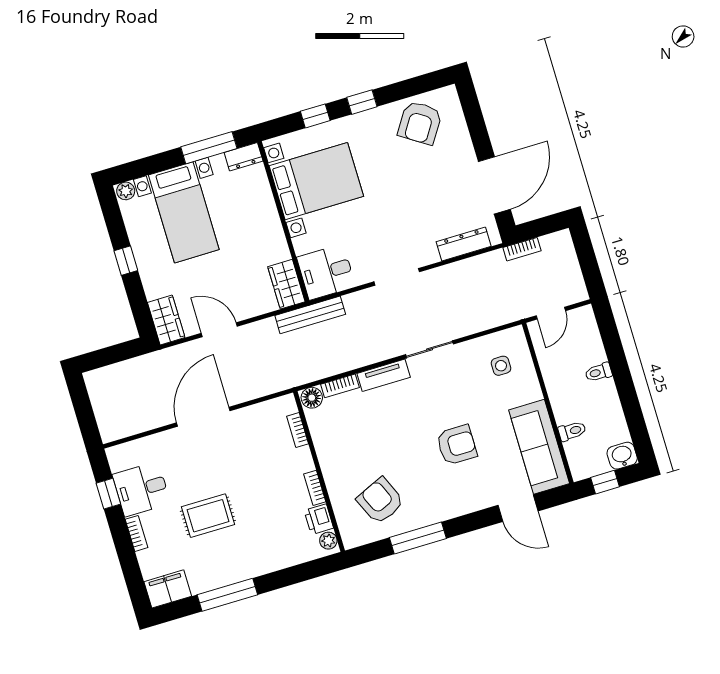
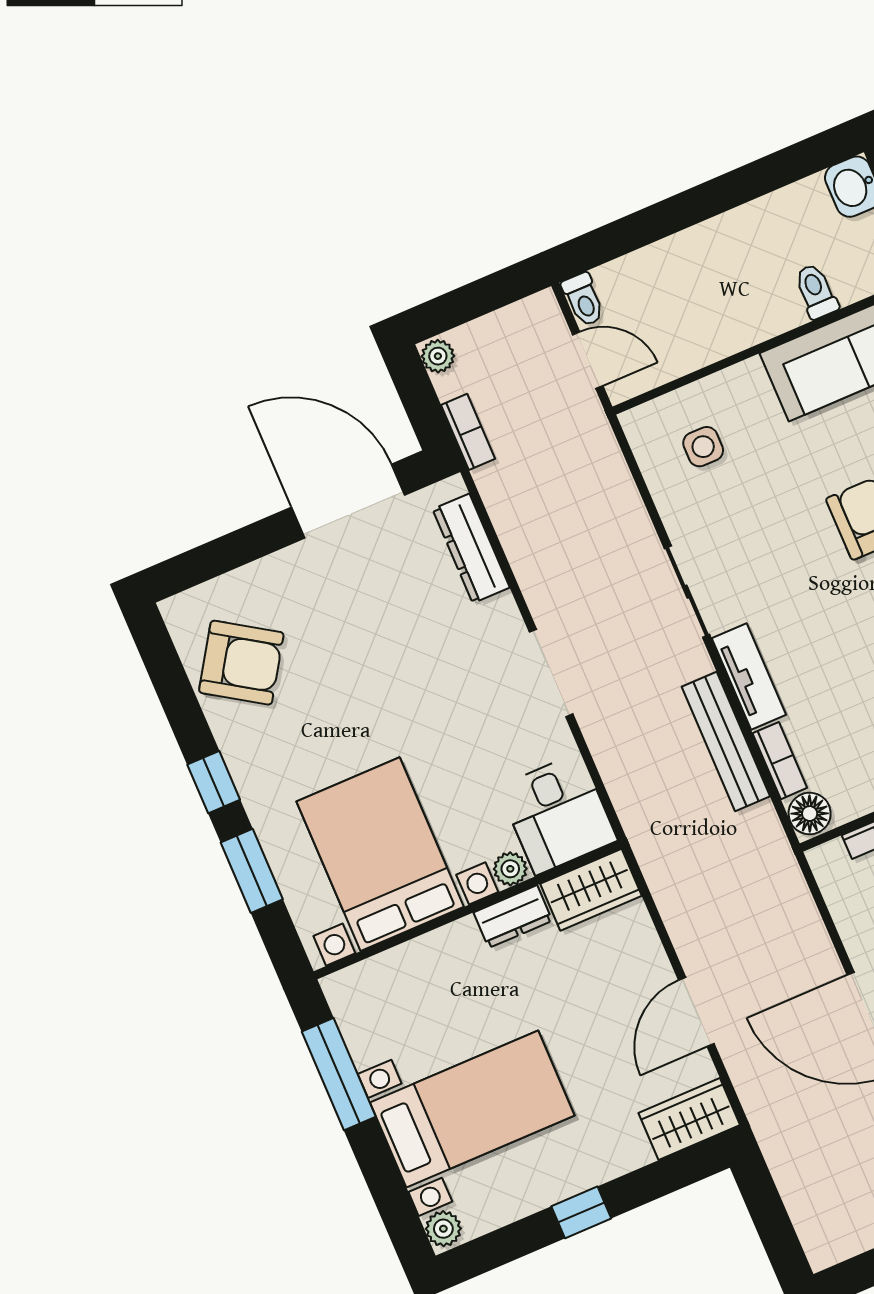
window: (315, 116) -> (252, 871), width x1.50
dresser: (244, 157) -> (513, 917), moved, turned 90
plant: (562, 239) -> (438, 356), added
plant: (301, 245) -> (510, 869), added
bench: (310, 315) -> (726, 742), moved
toilet: (599, 372) -> (583, 300), moved

